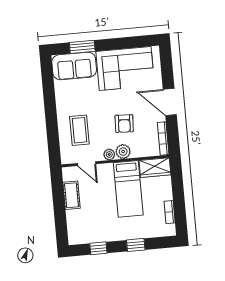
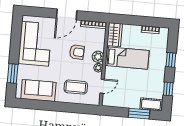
sofa: (74, 66) -> (38, 91), moved, turned -90
cot: (72, 195) -> (151, 104), moved
window: (60, 217) -> (139, 114), added

